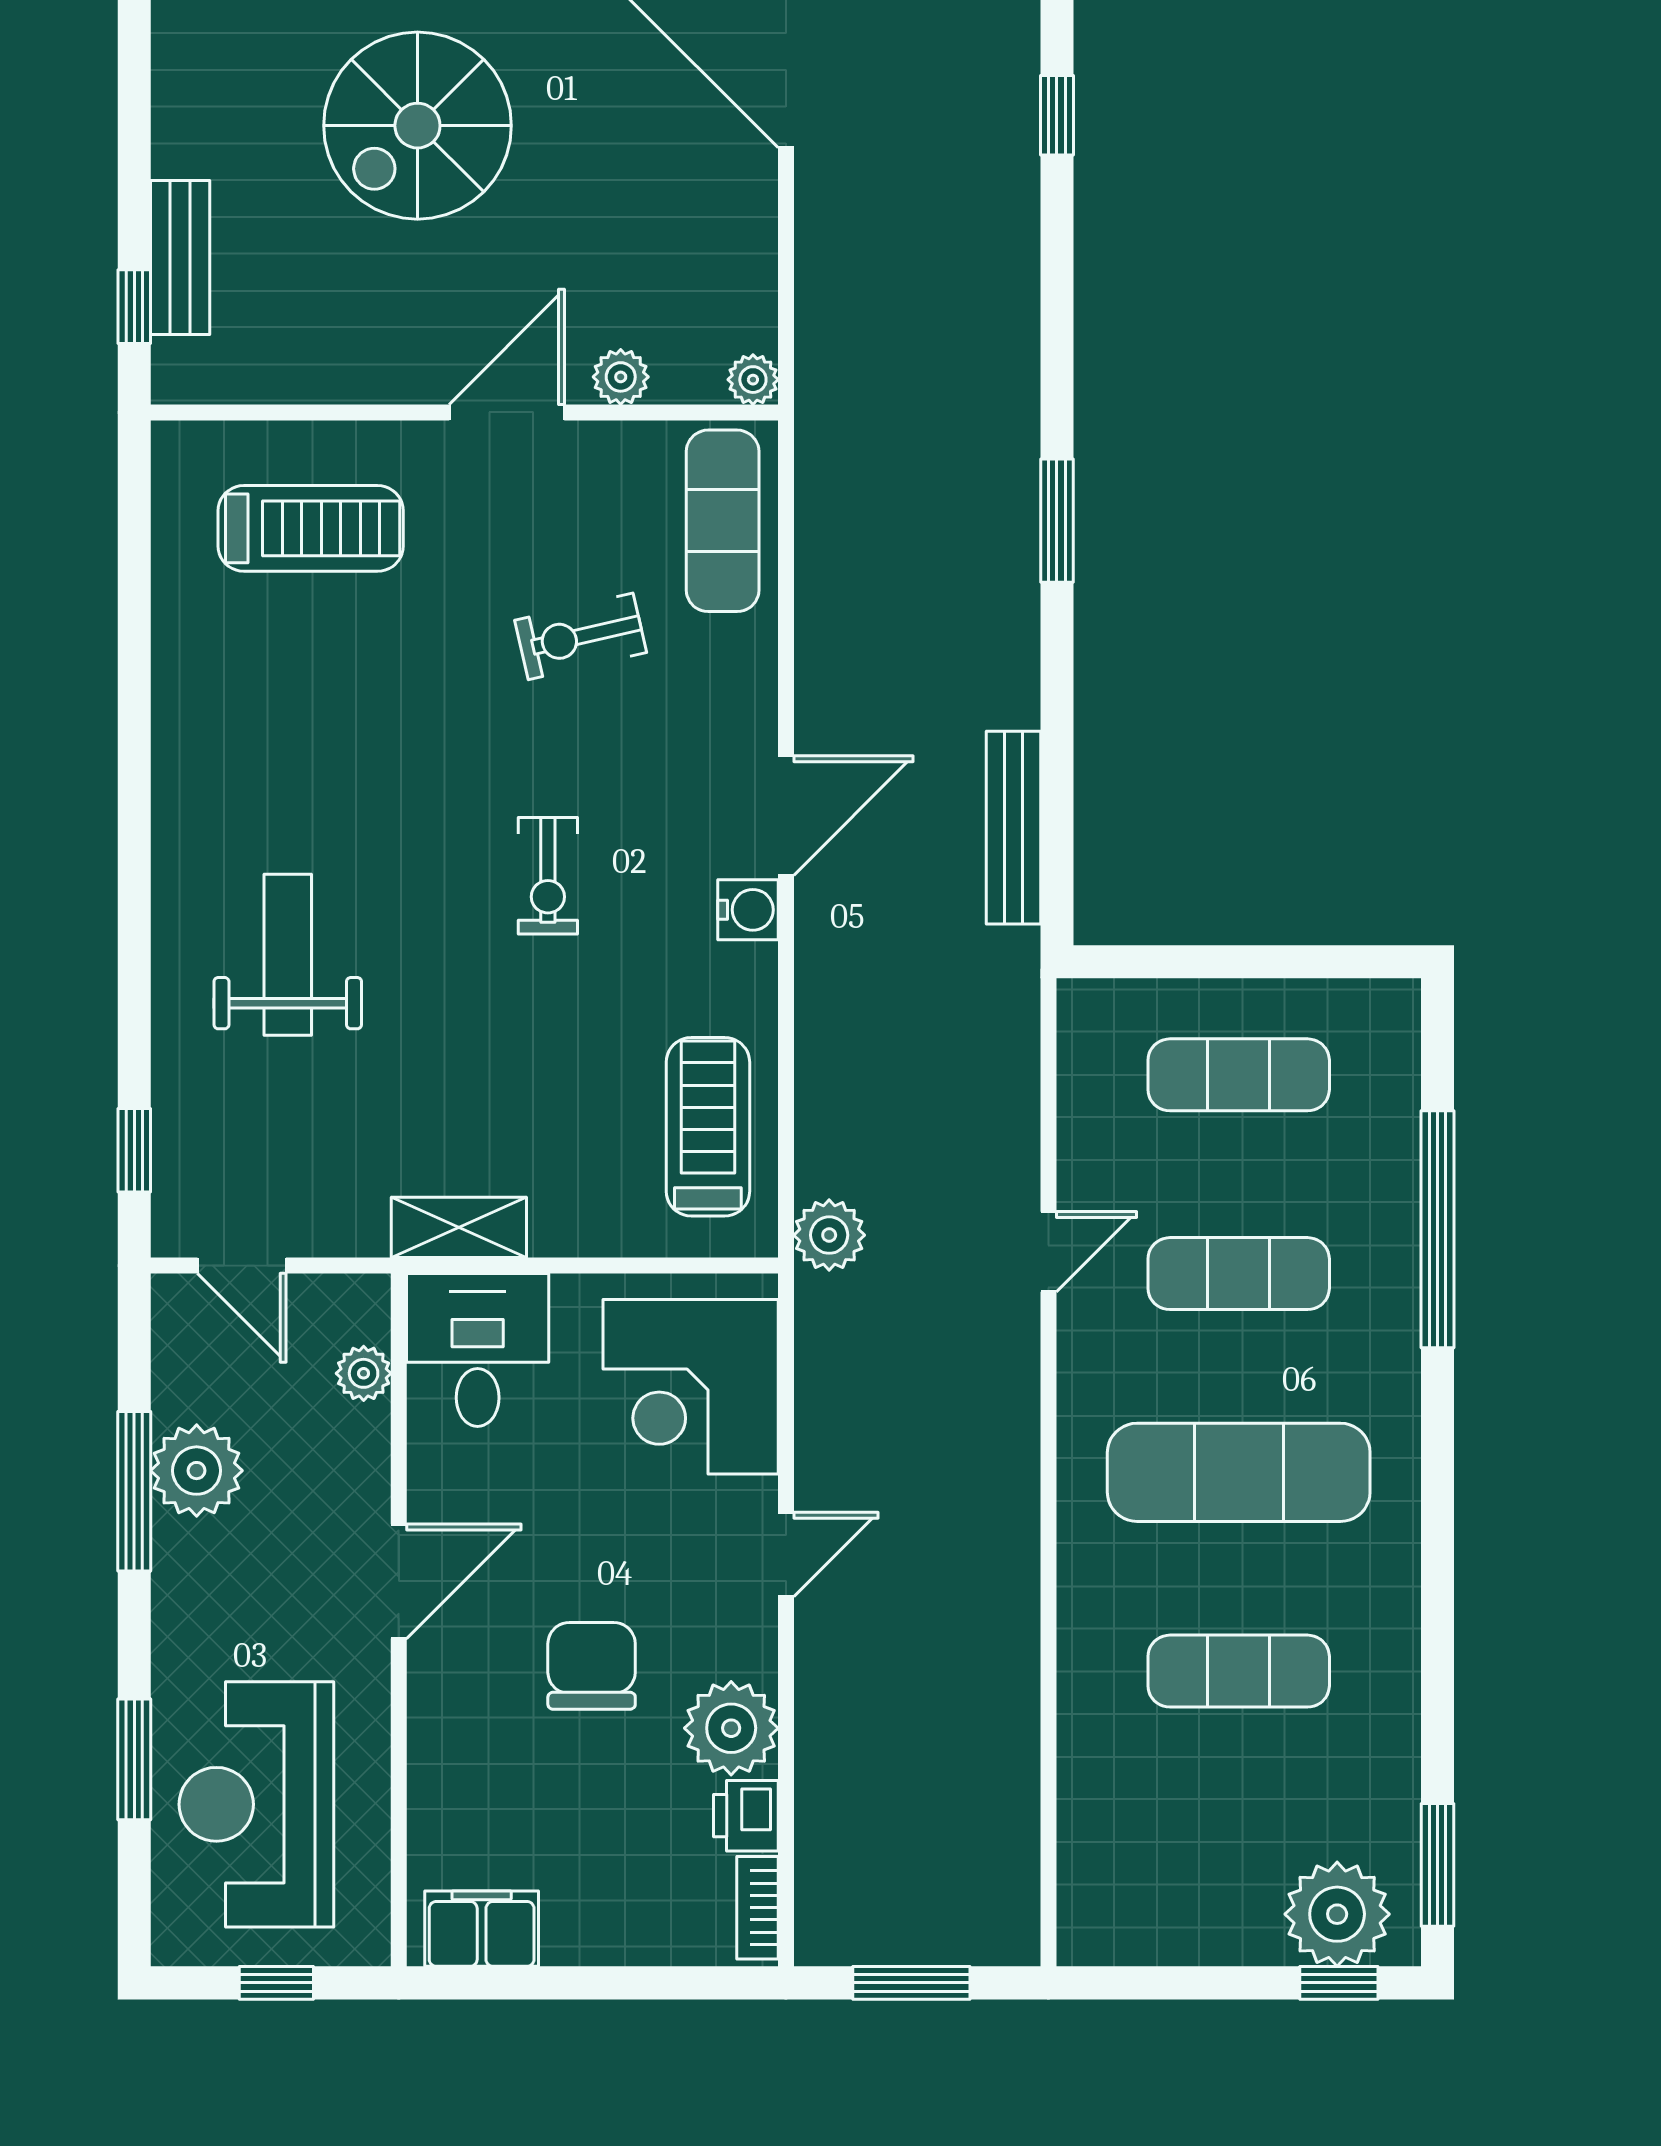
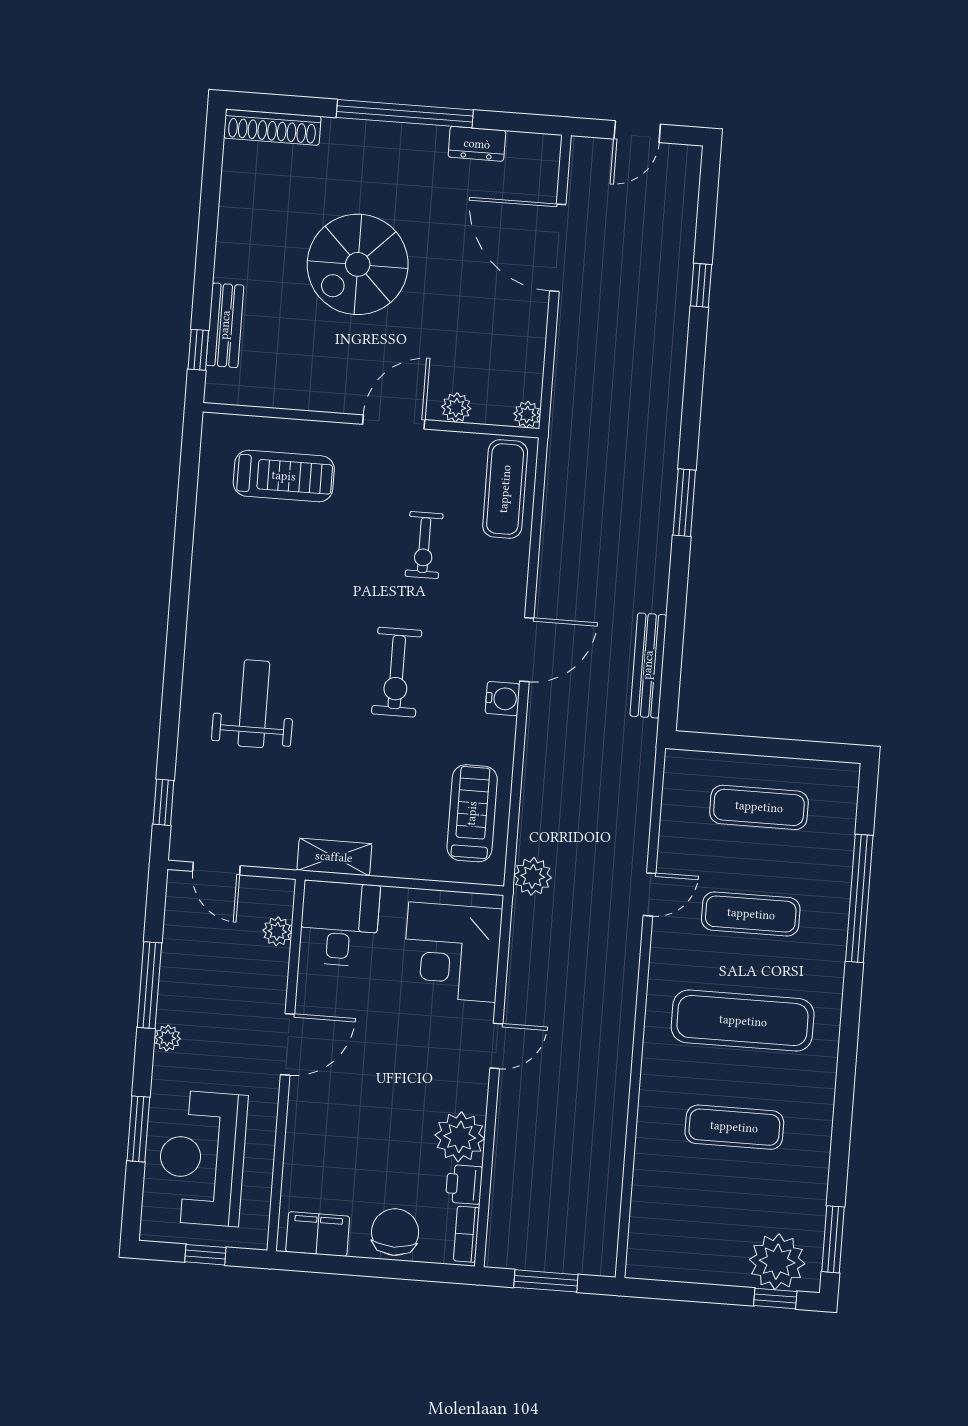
exercise bike: (581, 636) -> (424, 545), turned -77
exercise bike: (548, 876) -> (397, 672), width x1.38, depth x1.39
plant: (197, 1471) -> (167, 1038), moved, width x0.53, depth x0.53
chair: (592, 1666) -> (395, 1232), moved

